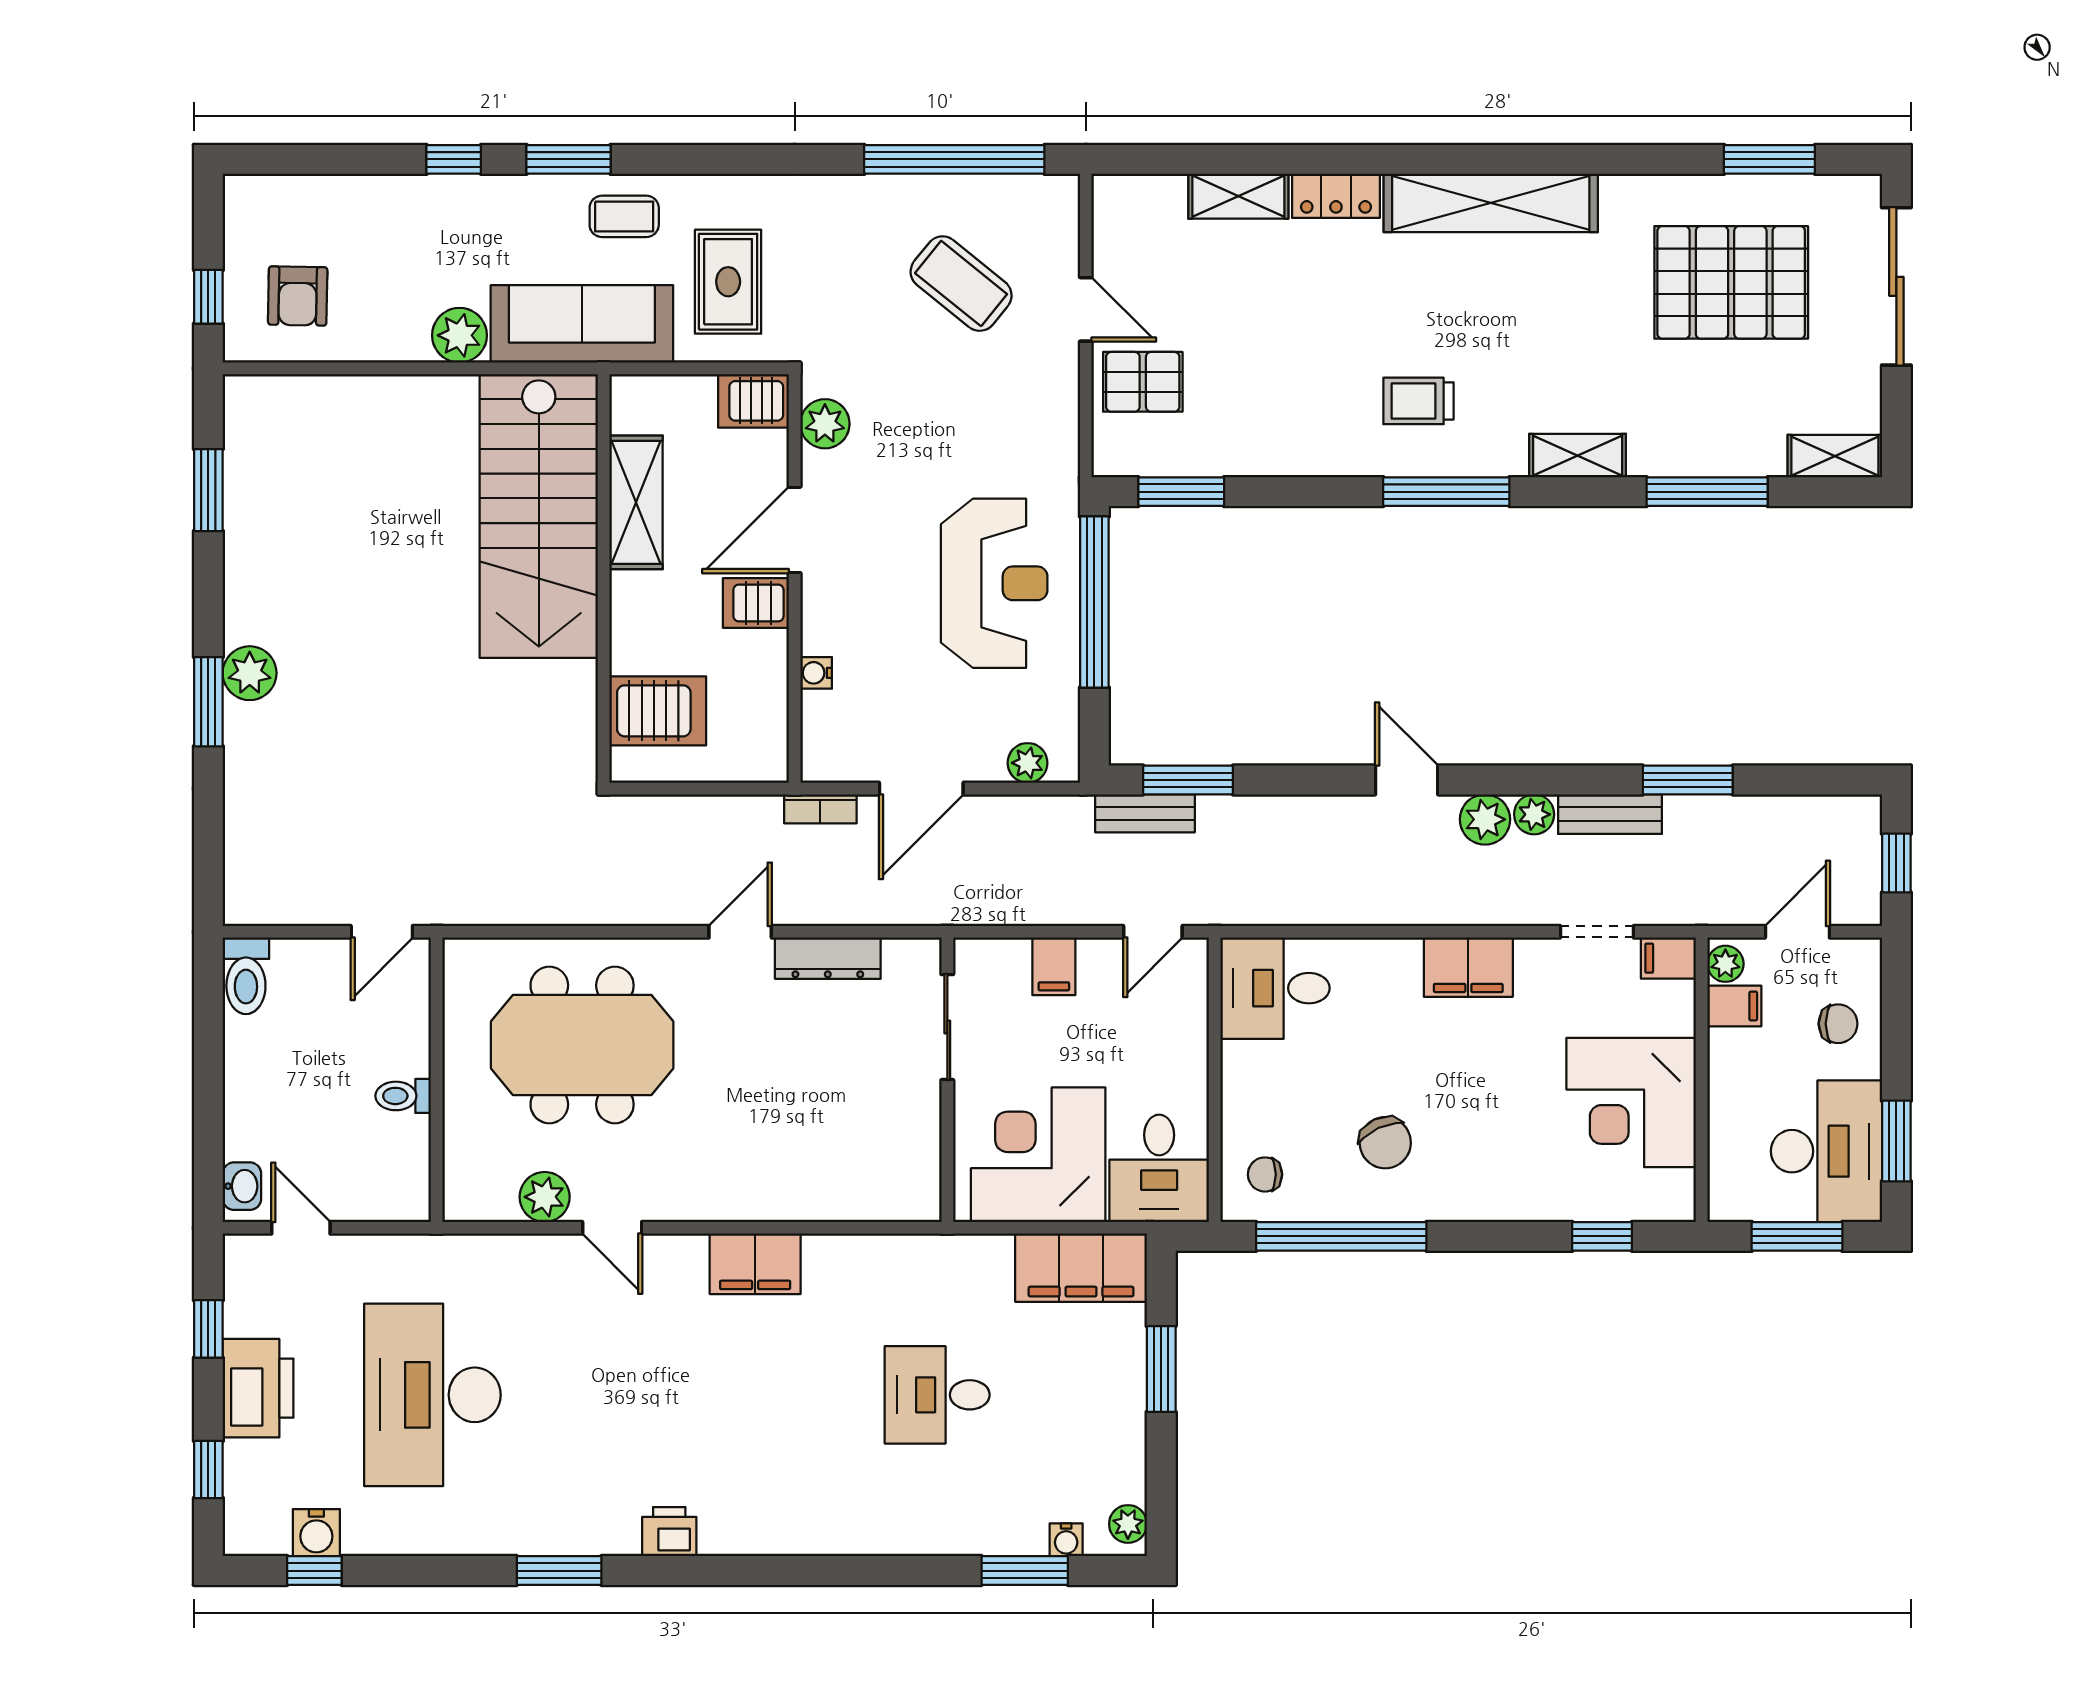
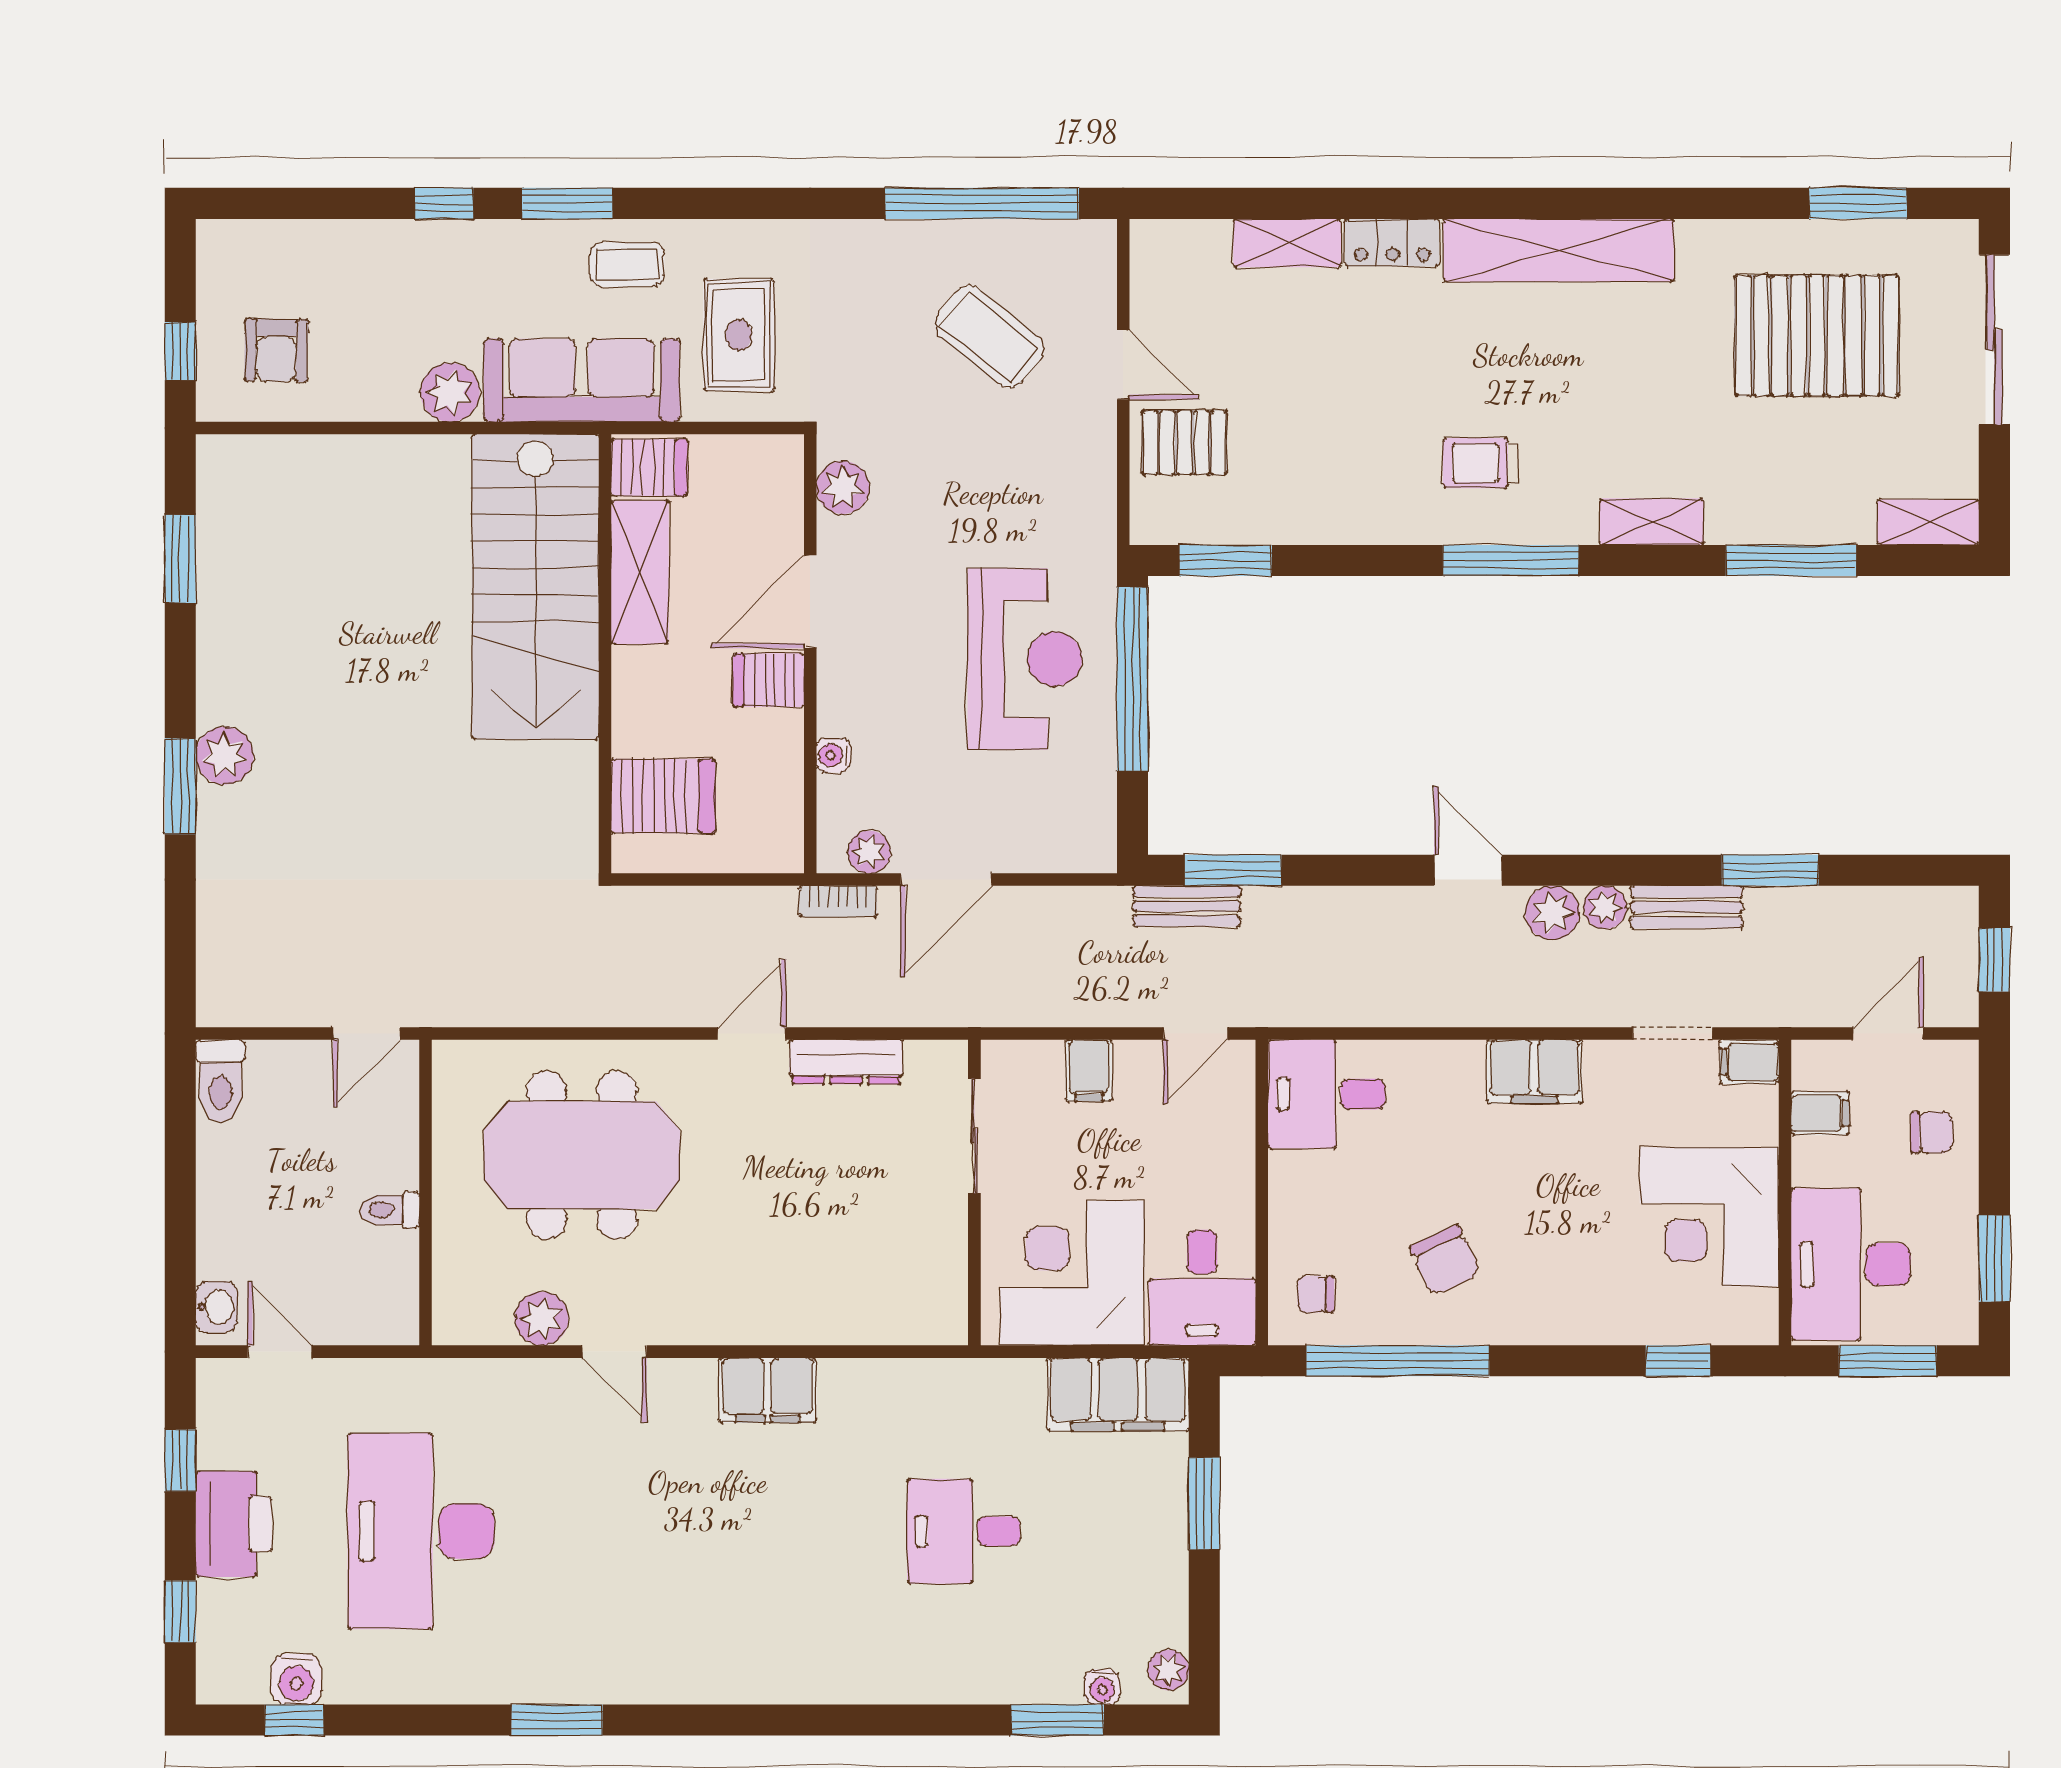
server rack: (753, 401) -> (649, 467), moved, turned 180
plant: (1028, 763) -> (869, 852), moved
plant: (1725, 964) -> (1811, 1068), removed
desk: (1826, 1151) -> (1851, 1264), moved, turned 180
printer: (669, 1532) -> (676, 1678), removed

